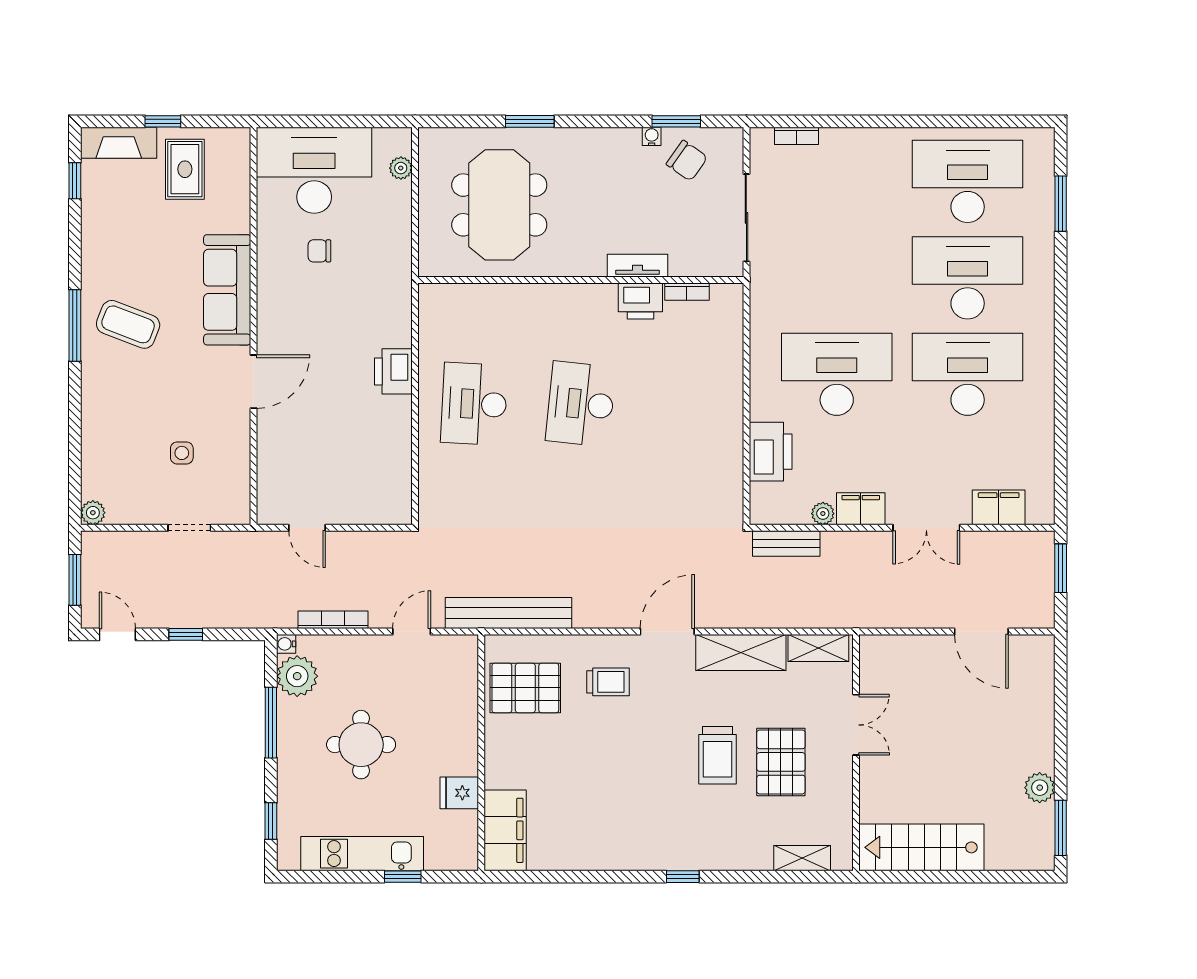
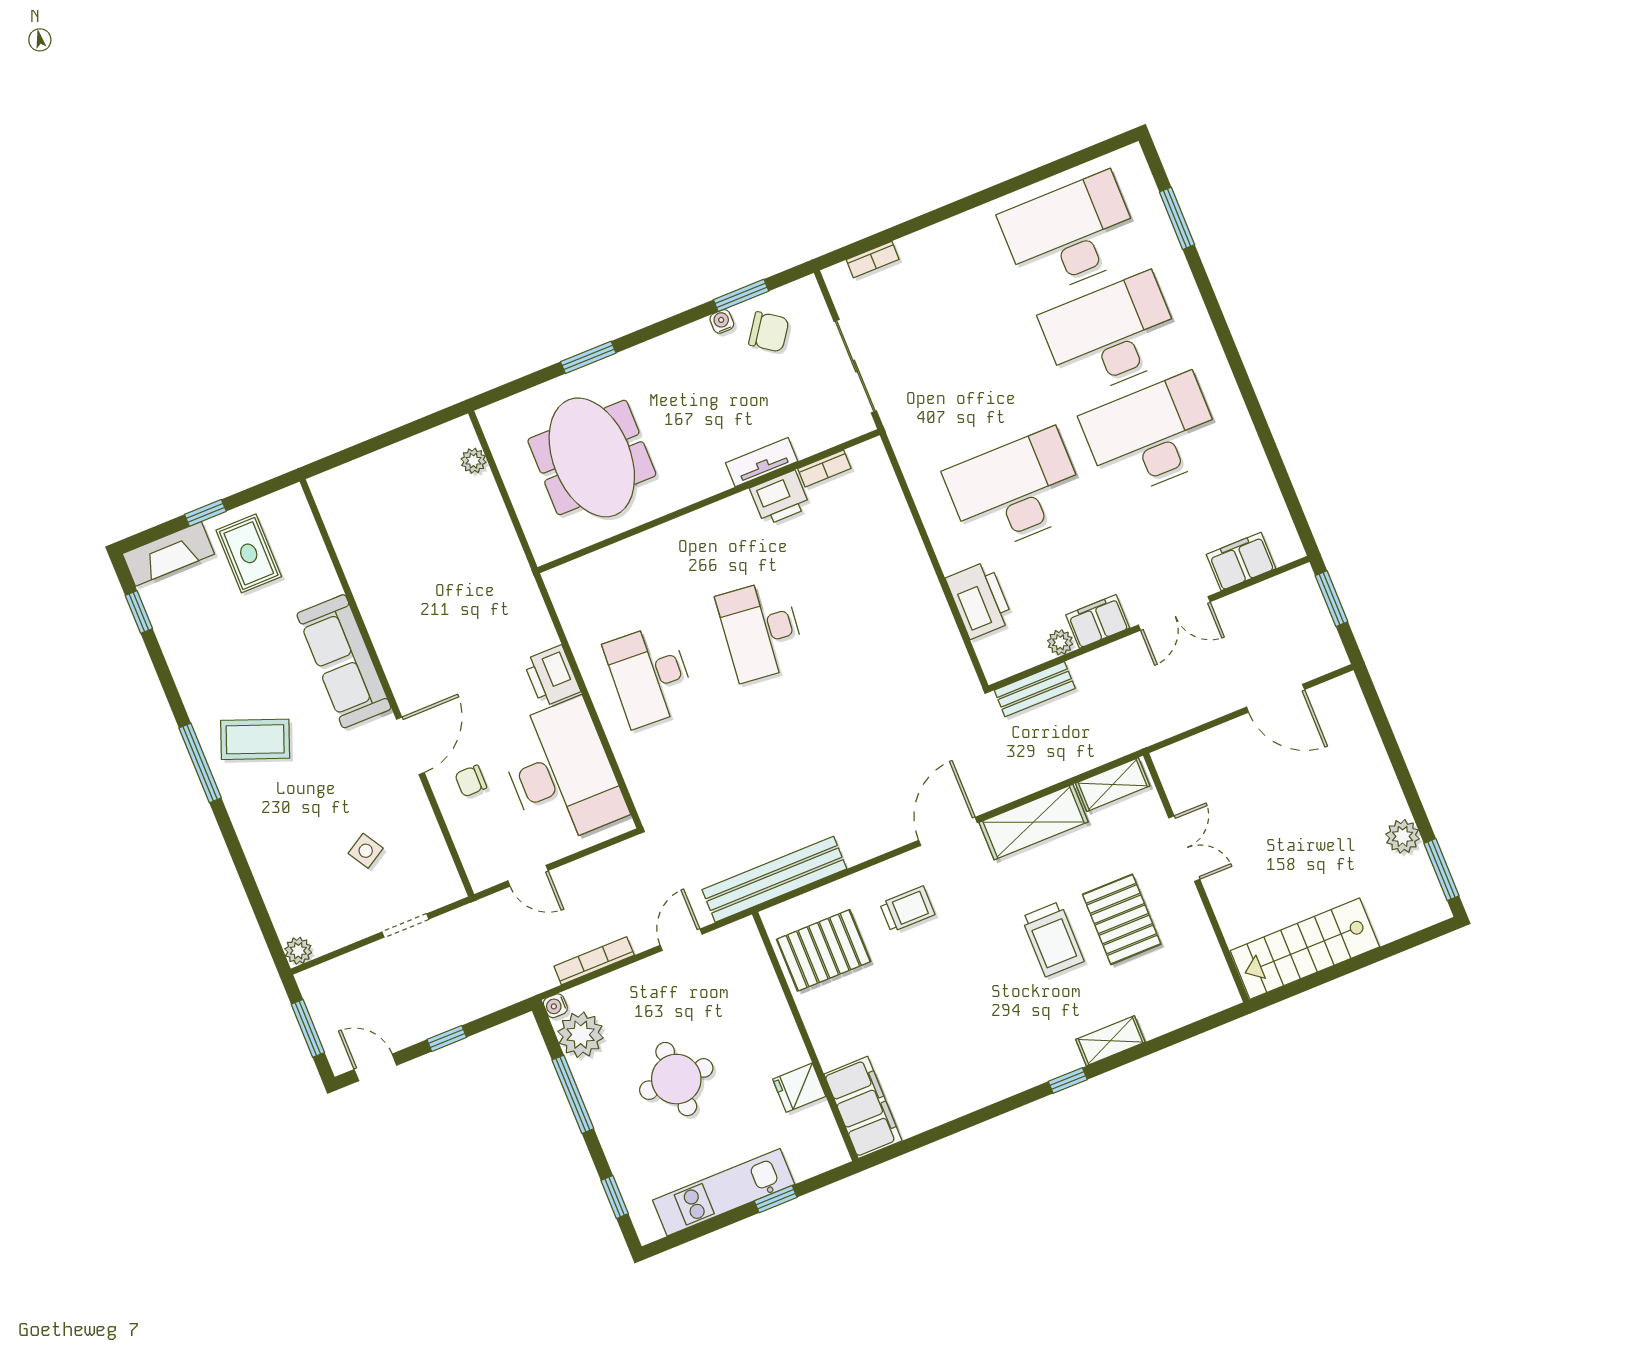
desk: (314, 170) -> (561, 773), moved, turned 90
chair: (319, 251) -> (471, 781), moved
side table: (182, 453) -> (366, 851), turned -31
shelving: (802, 858) -> (1110, 1041), moved

